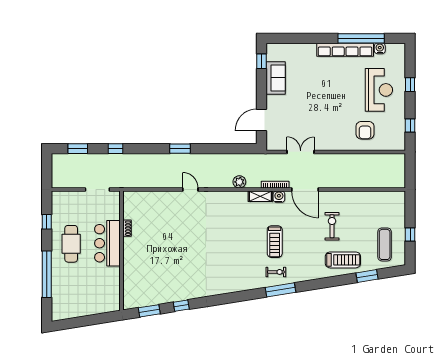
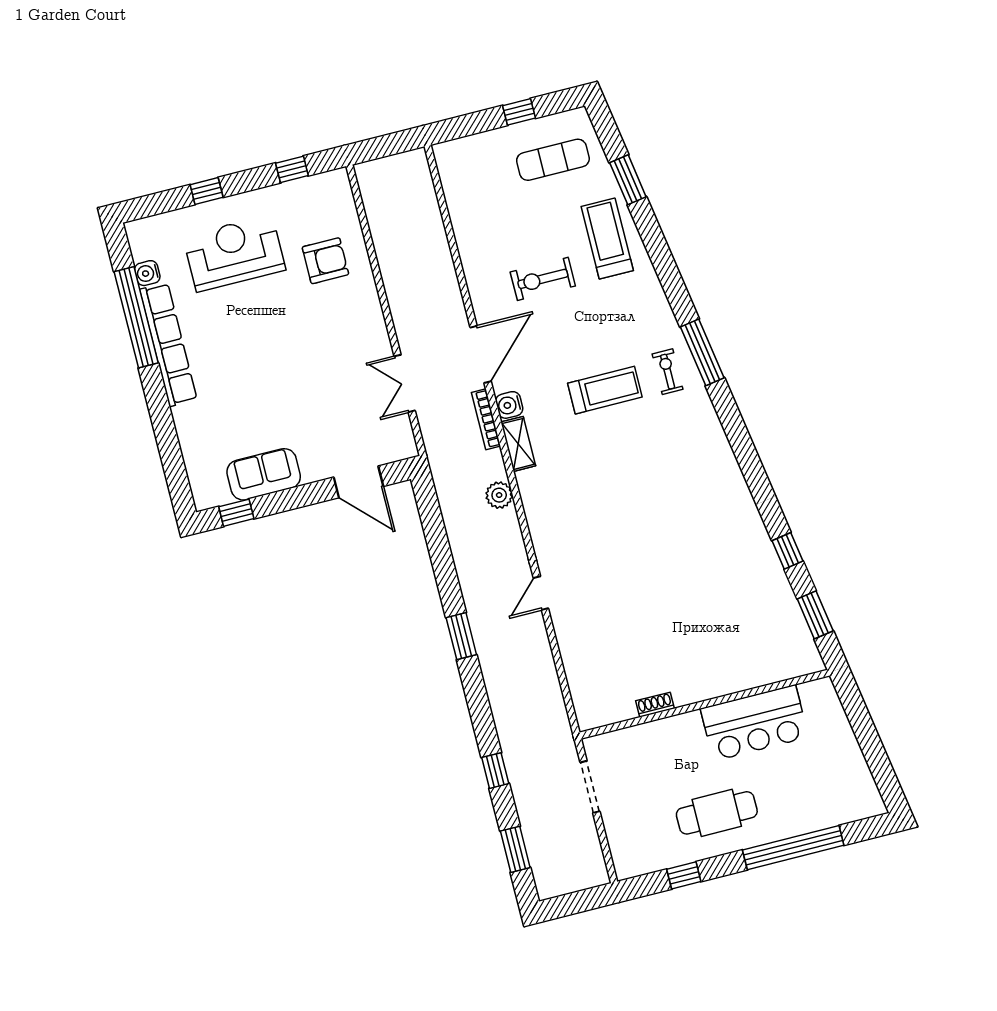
bar counter: (107, 243) -> (754, 723), moved

